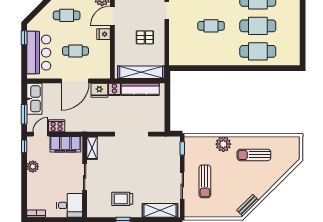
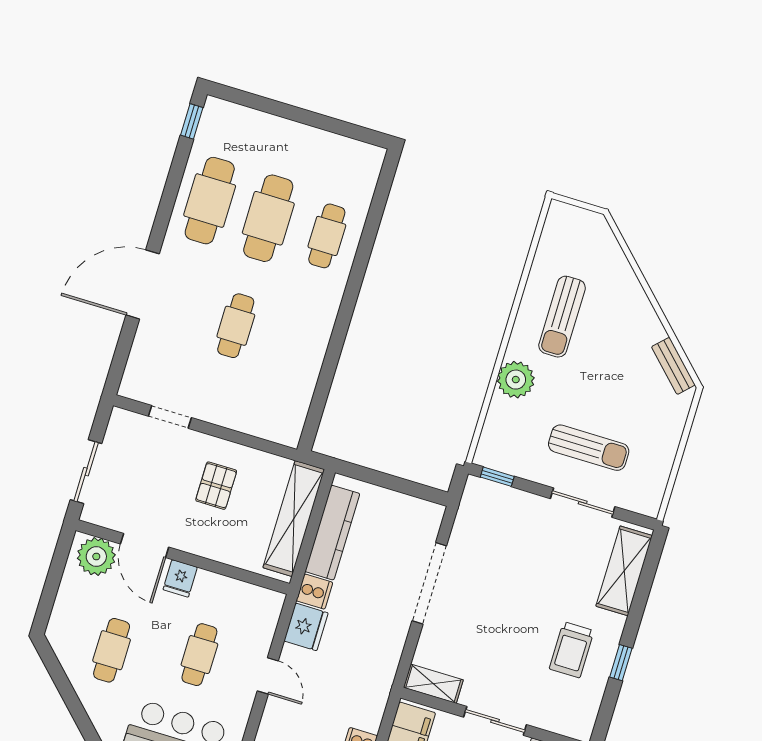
cafe table: (258, 51) -> (327, 236), width x0.73, depth x0.74
door: (75, 81) -> (268, 676), width x0.53

